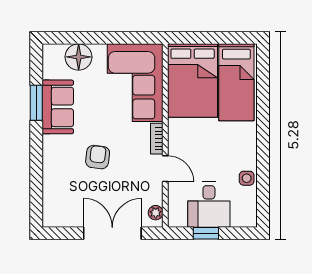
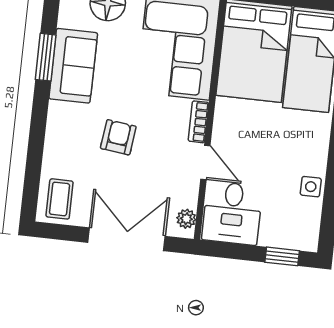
desk: (209, 205) -> (232, 213), moved
coffee table: (59, 208) -> (60, 199), added
window: (206, 233) -> (282, 256), moved

